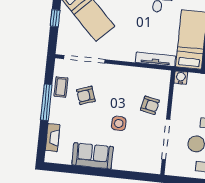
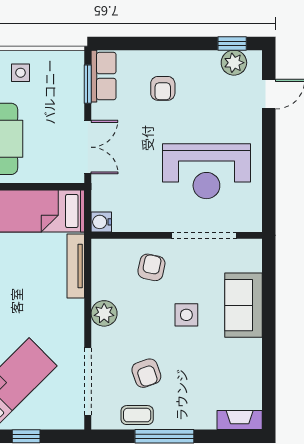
plant: (125, 73) -> (104, 313), added
fireplace: (53, 138) -> (240, 420), moved
sofa: (93, 156) -> (243, 305), moved

